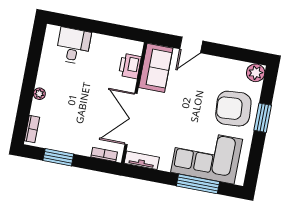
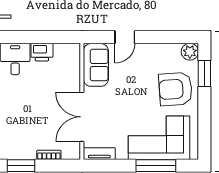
printer: (130, 66) -> (42, 52), moved, turned -90
window: (263, 118) -> (204, 73), moved
bookcase: (104, 154) -> (49, 155), moved

